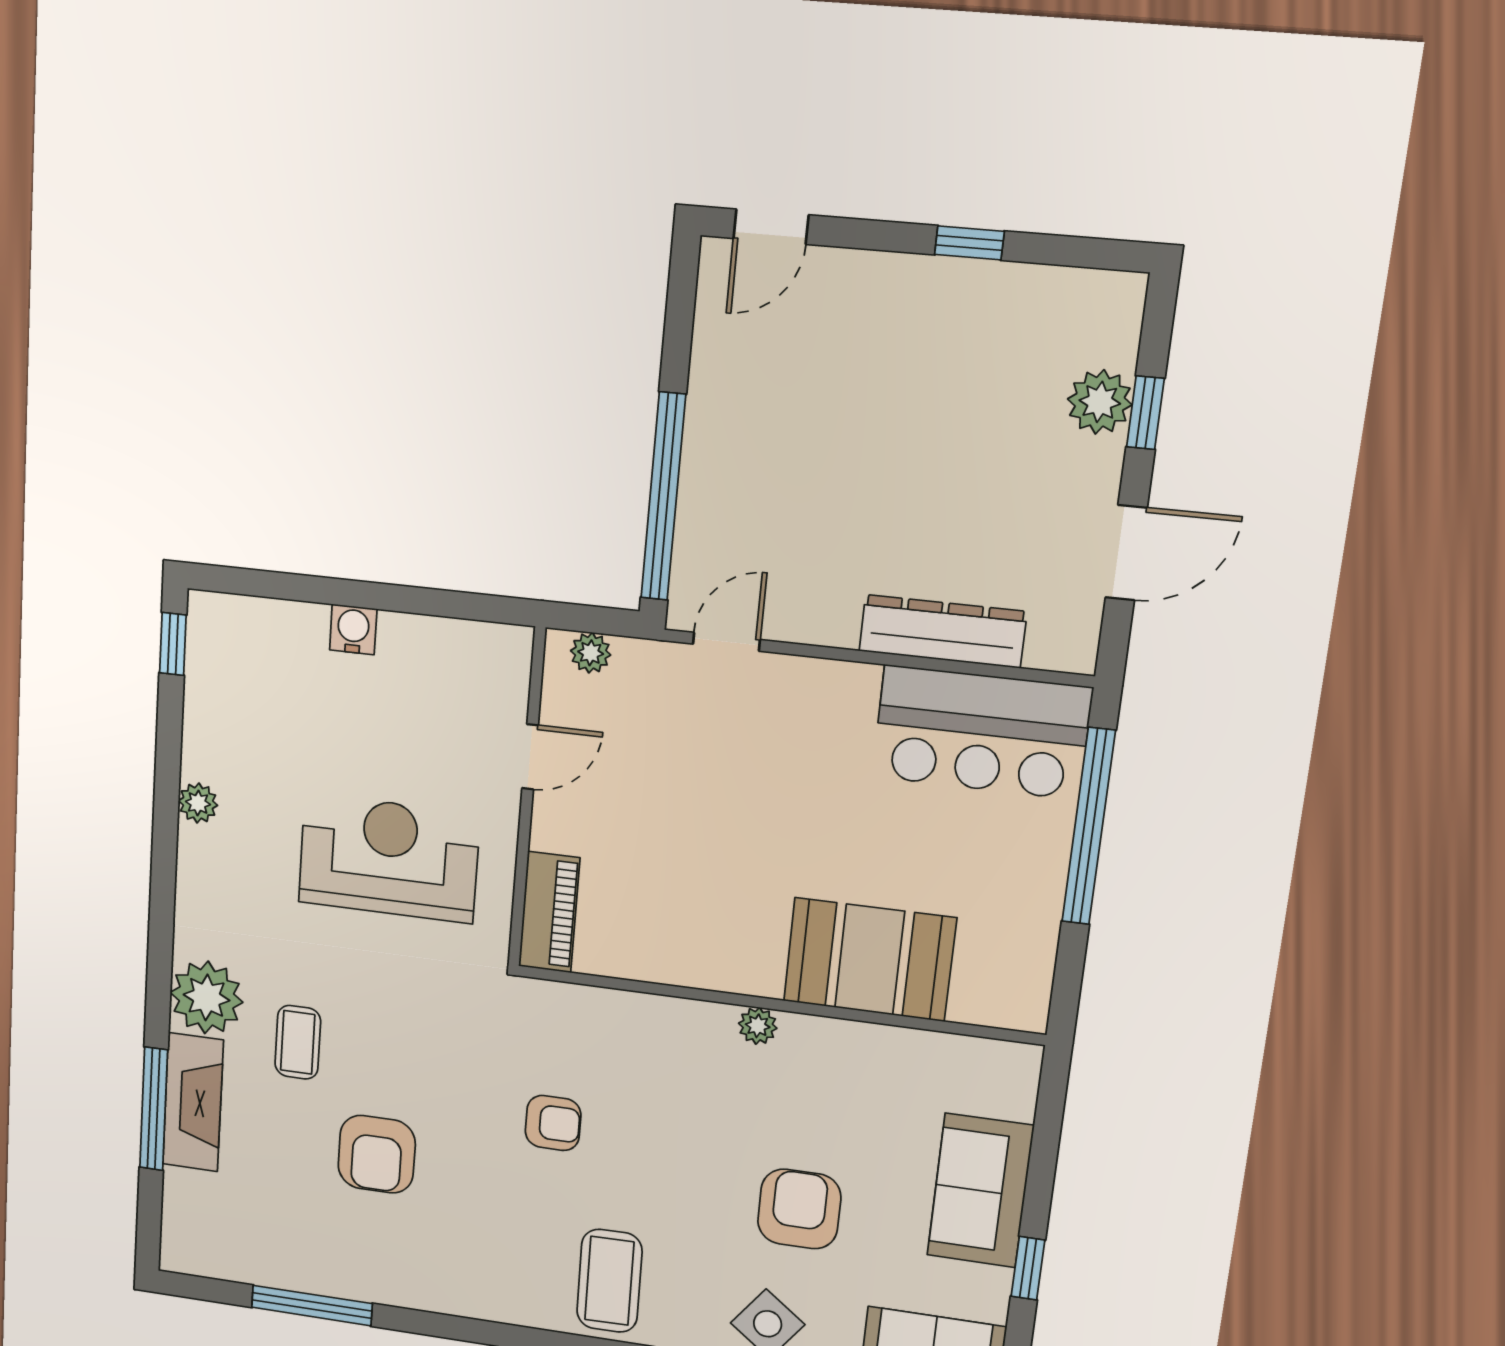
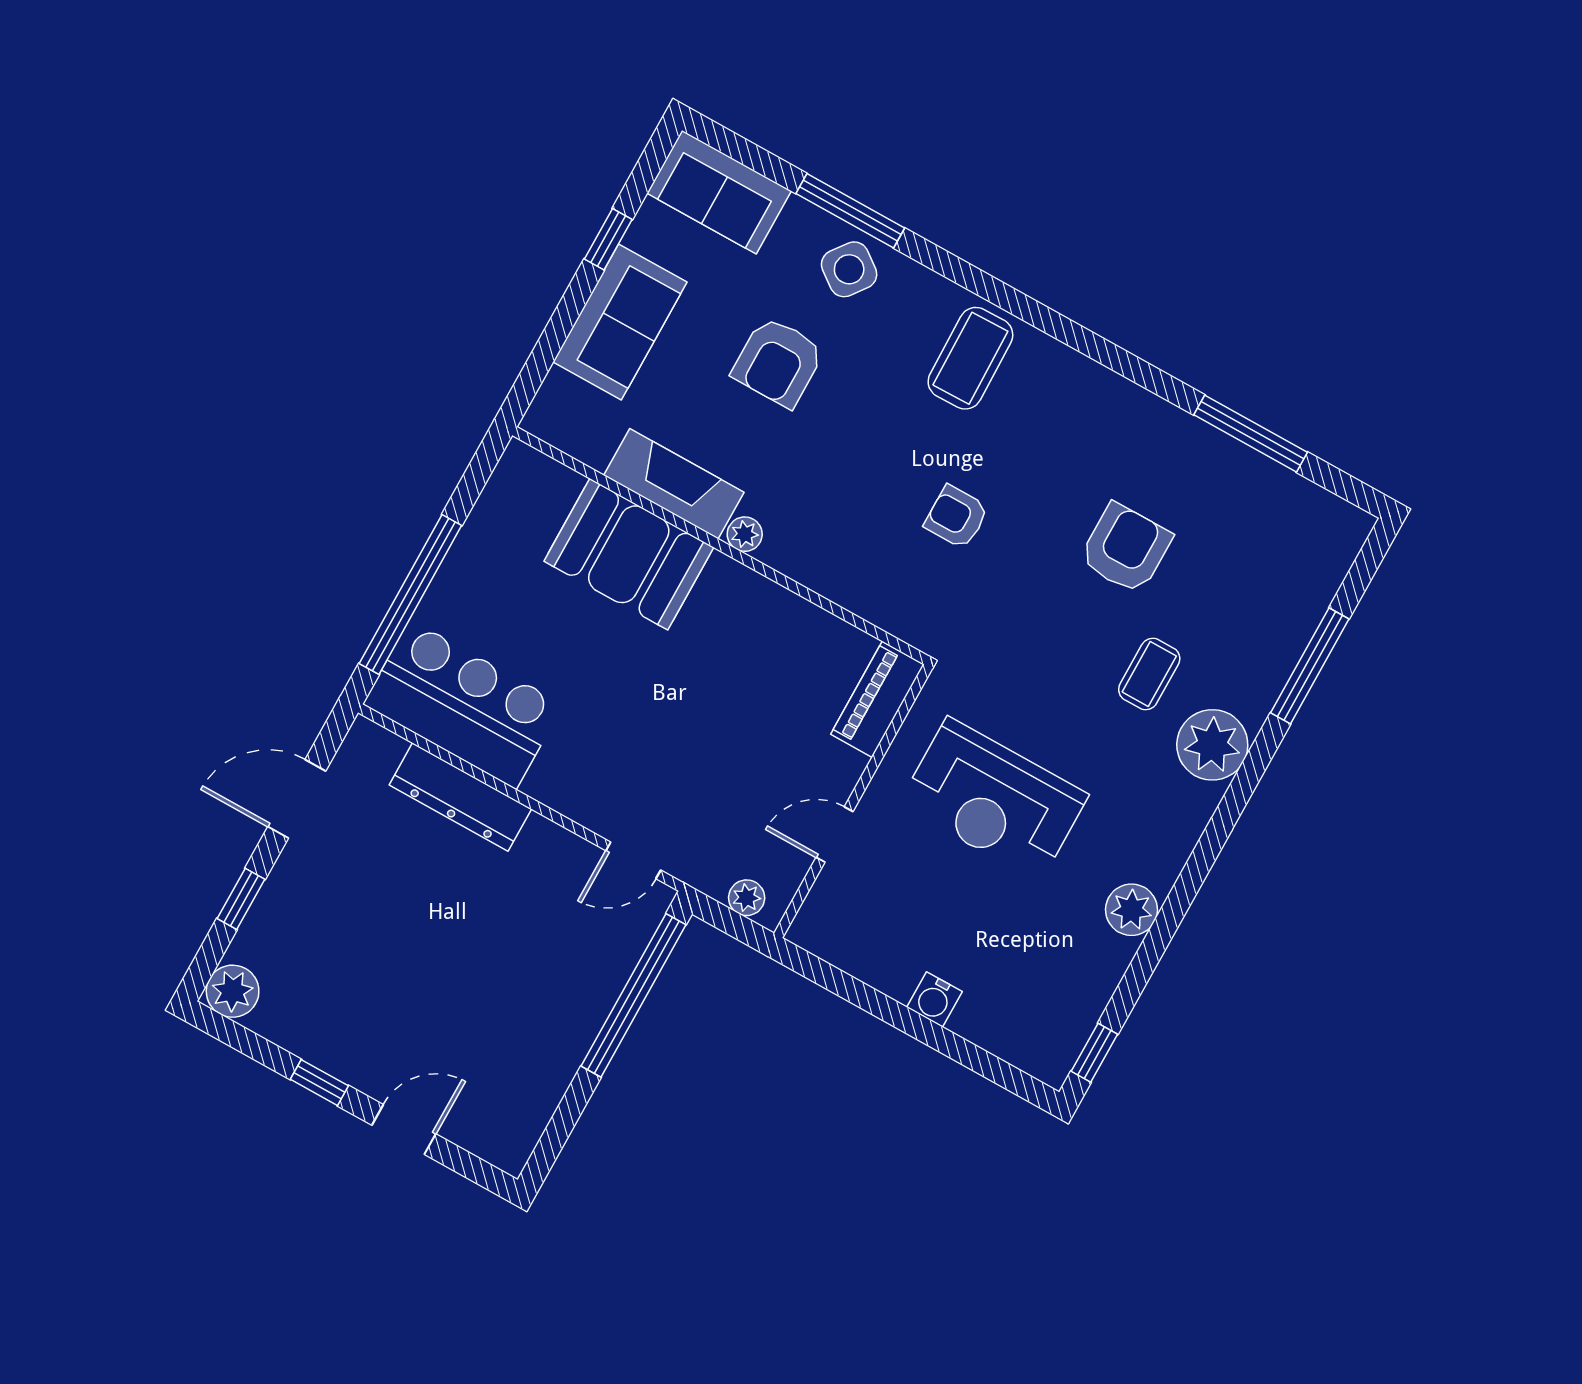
door: (771, 227) -> (404, 1130), moved
plant: (1100, 402) -> (233, 991), moved
plant: (198, 803) -> (1132, 910), width x1.38, depth x1.38
fireplace: (193, 1102) -> (674, 484), moved, turned 90

